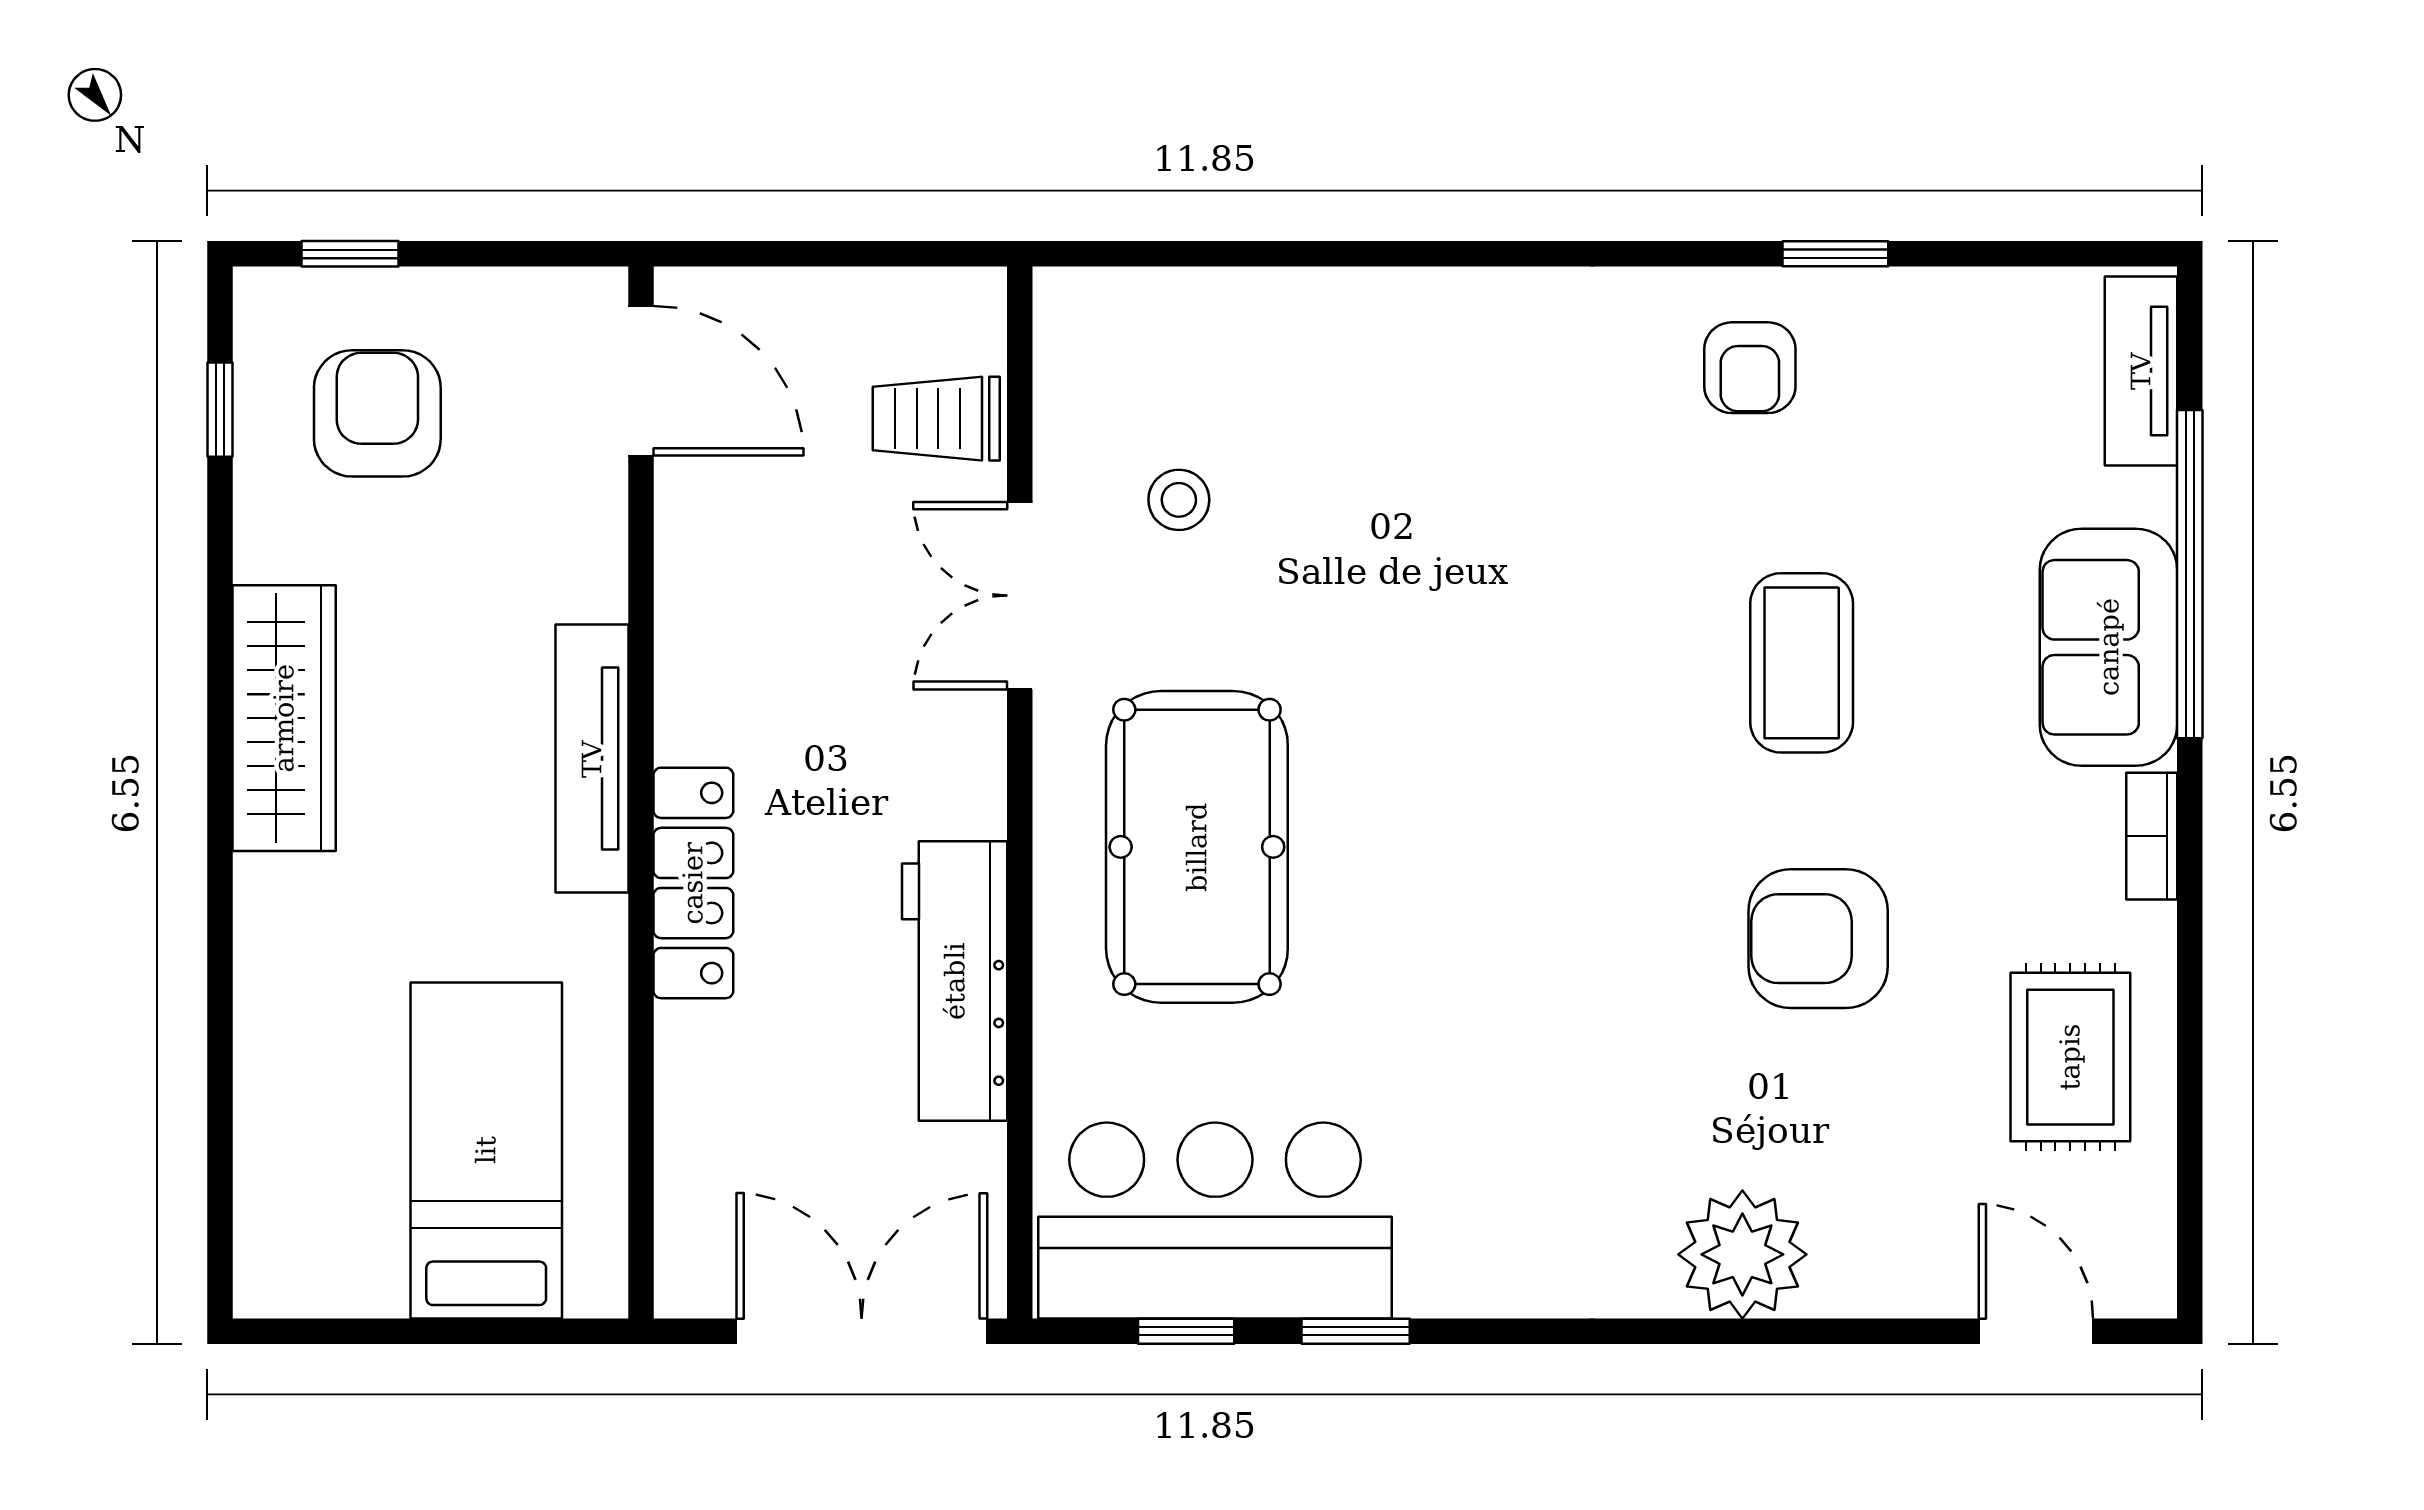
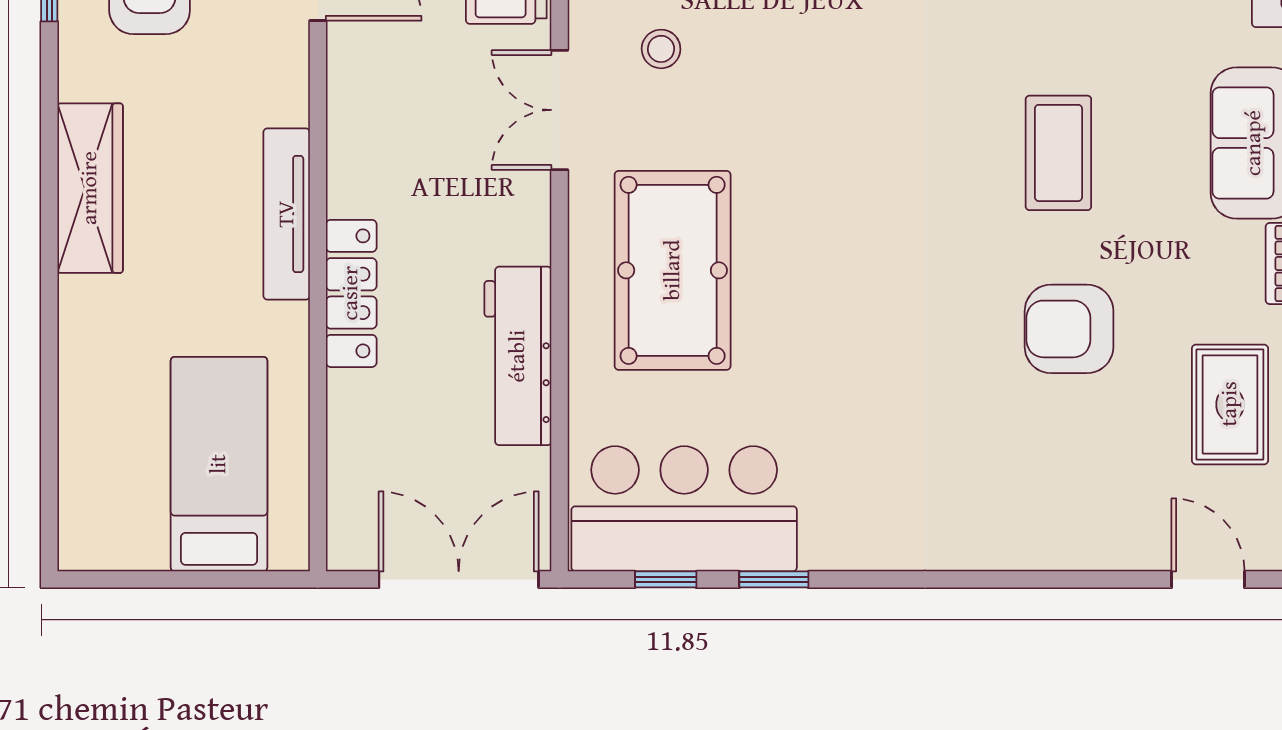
plant: (1742, 1254) -> (1021, 530), removed

